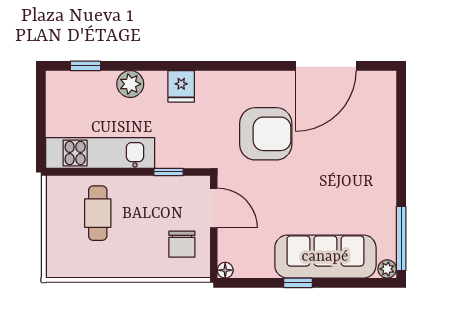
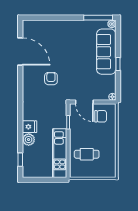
fridge: (181, 86) -> (30, 127), moved
armchair: (266, 134) -> (51, 79), width x0.53, depth x0.53
door: (214, 208) -> (84, 102), swing flipped

